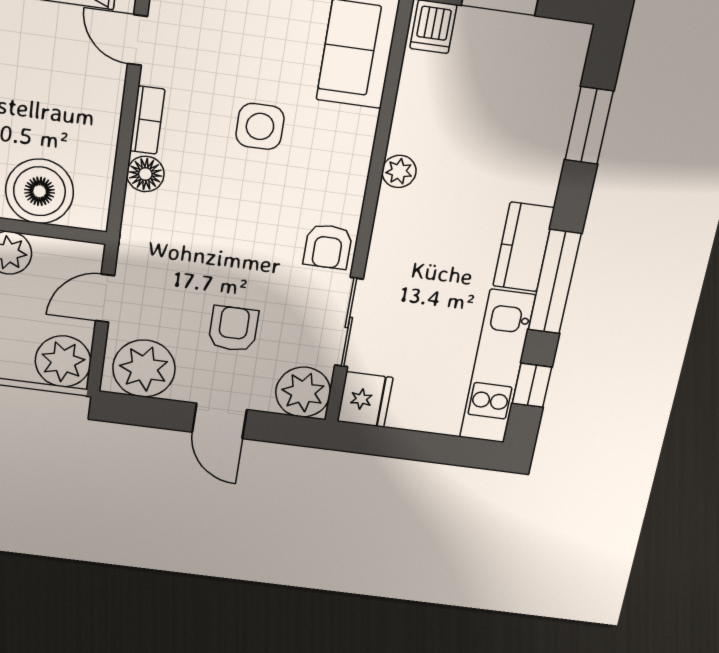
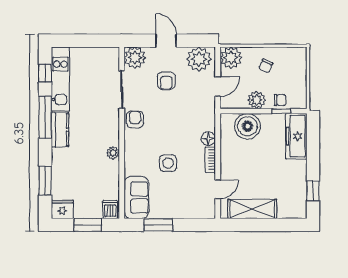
door: (137, 40) -> (218, 189), hinge flipped
fridge: (365, 400) -> (62, 209), moved, turned 90

